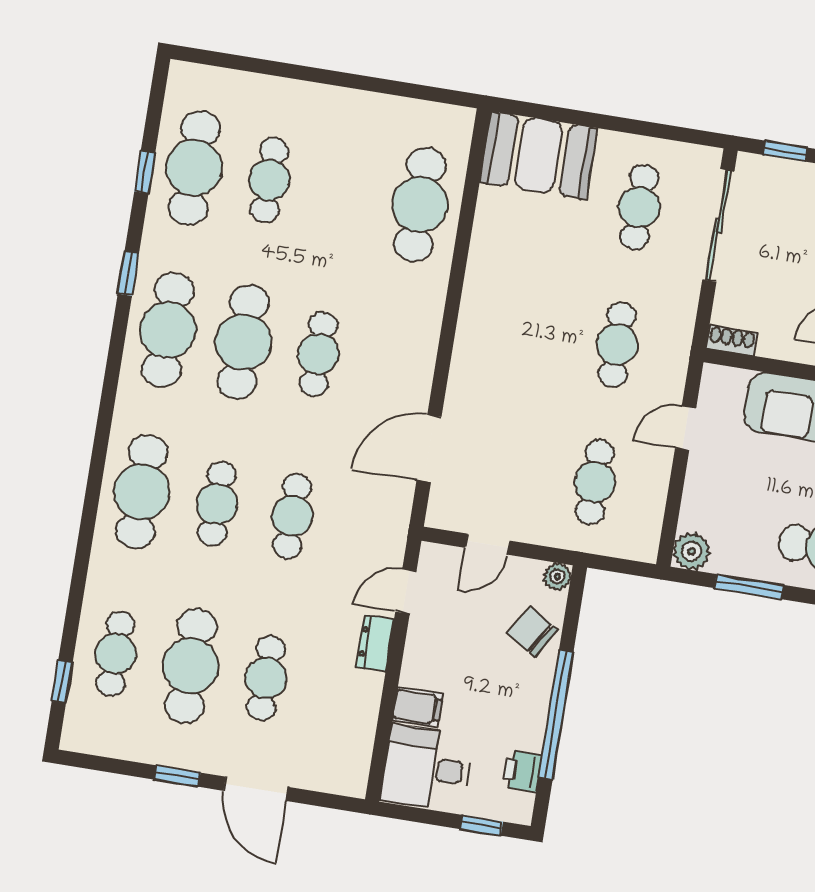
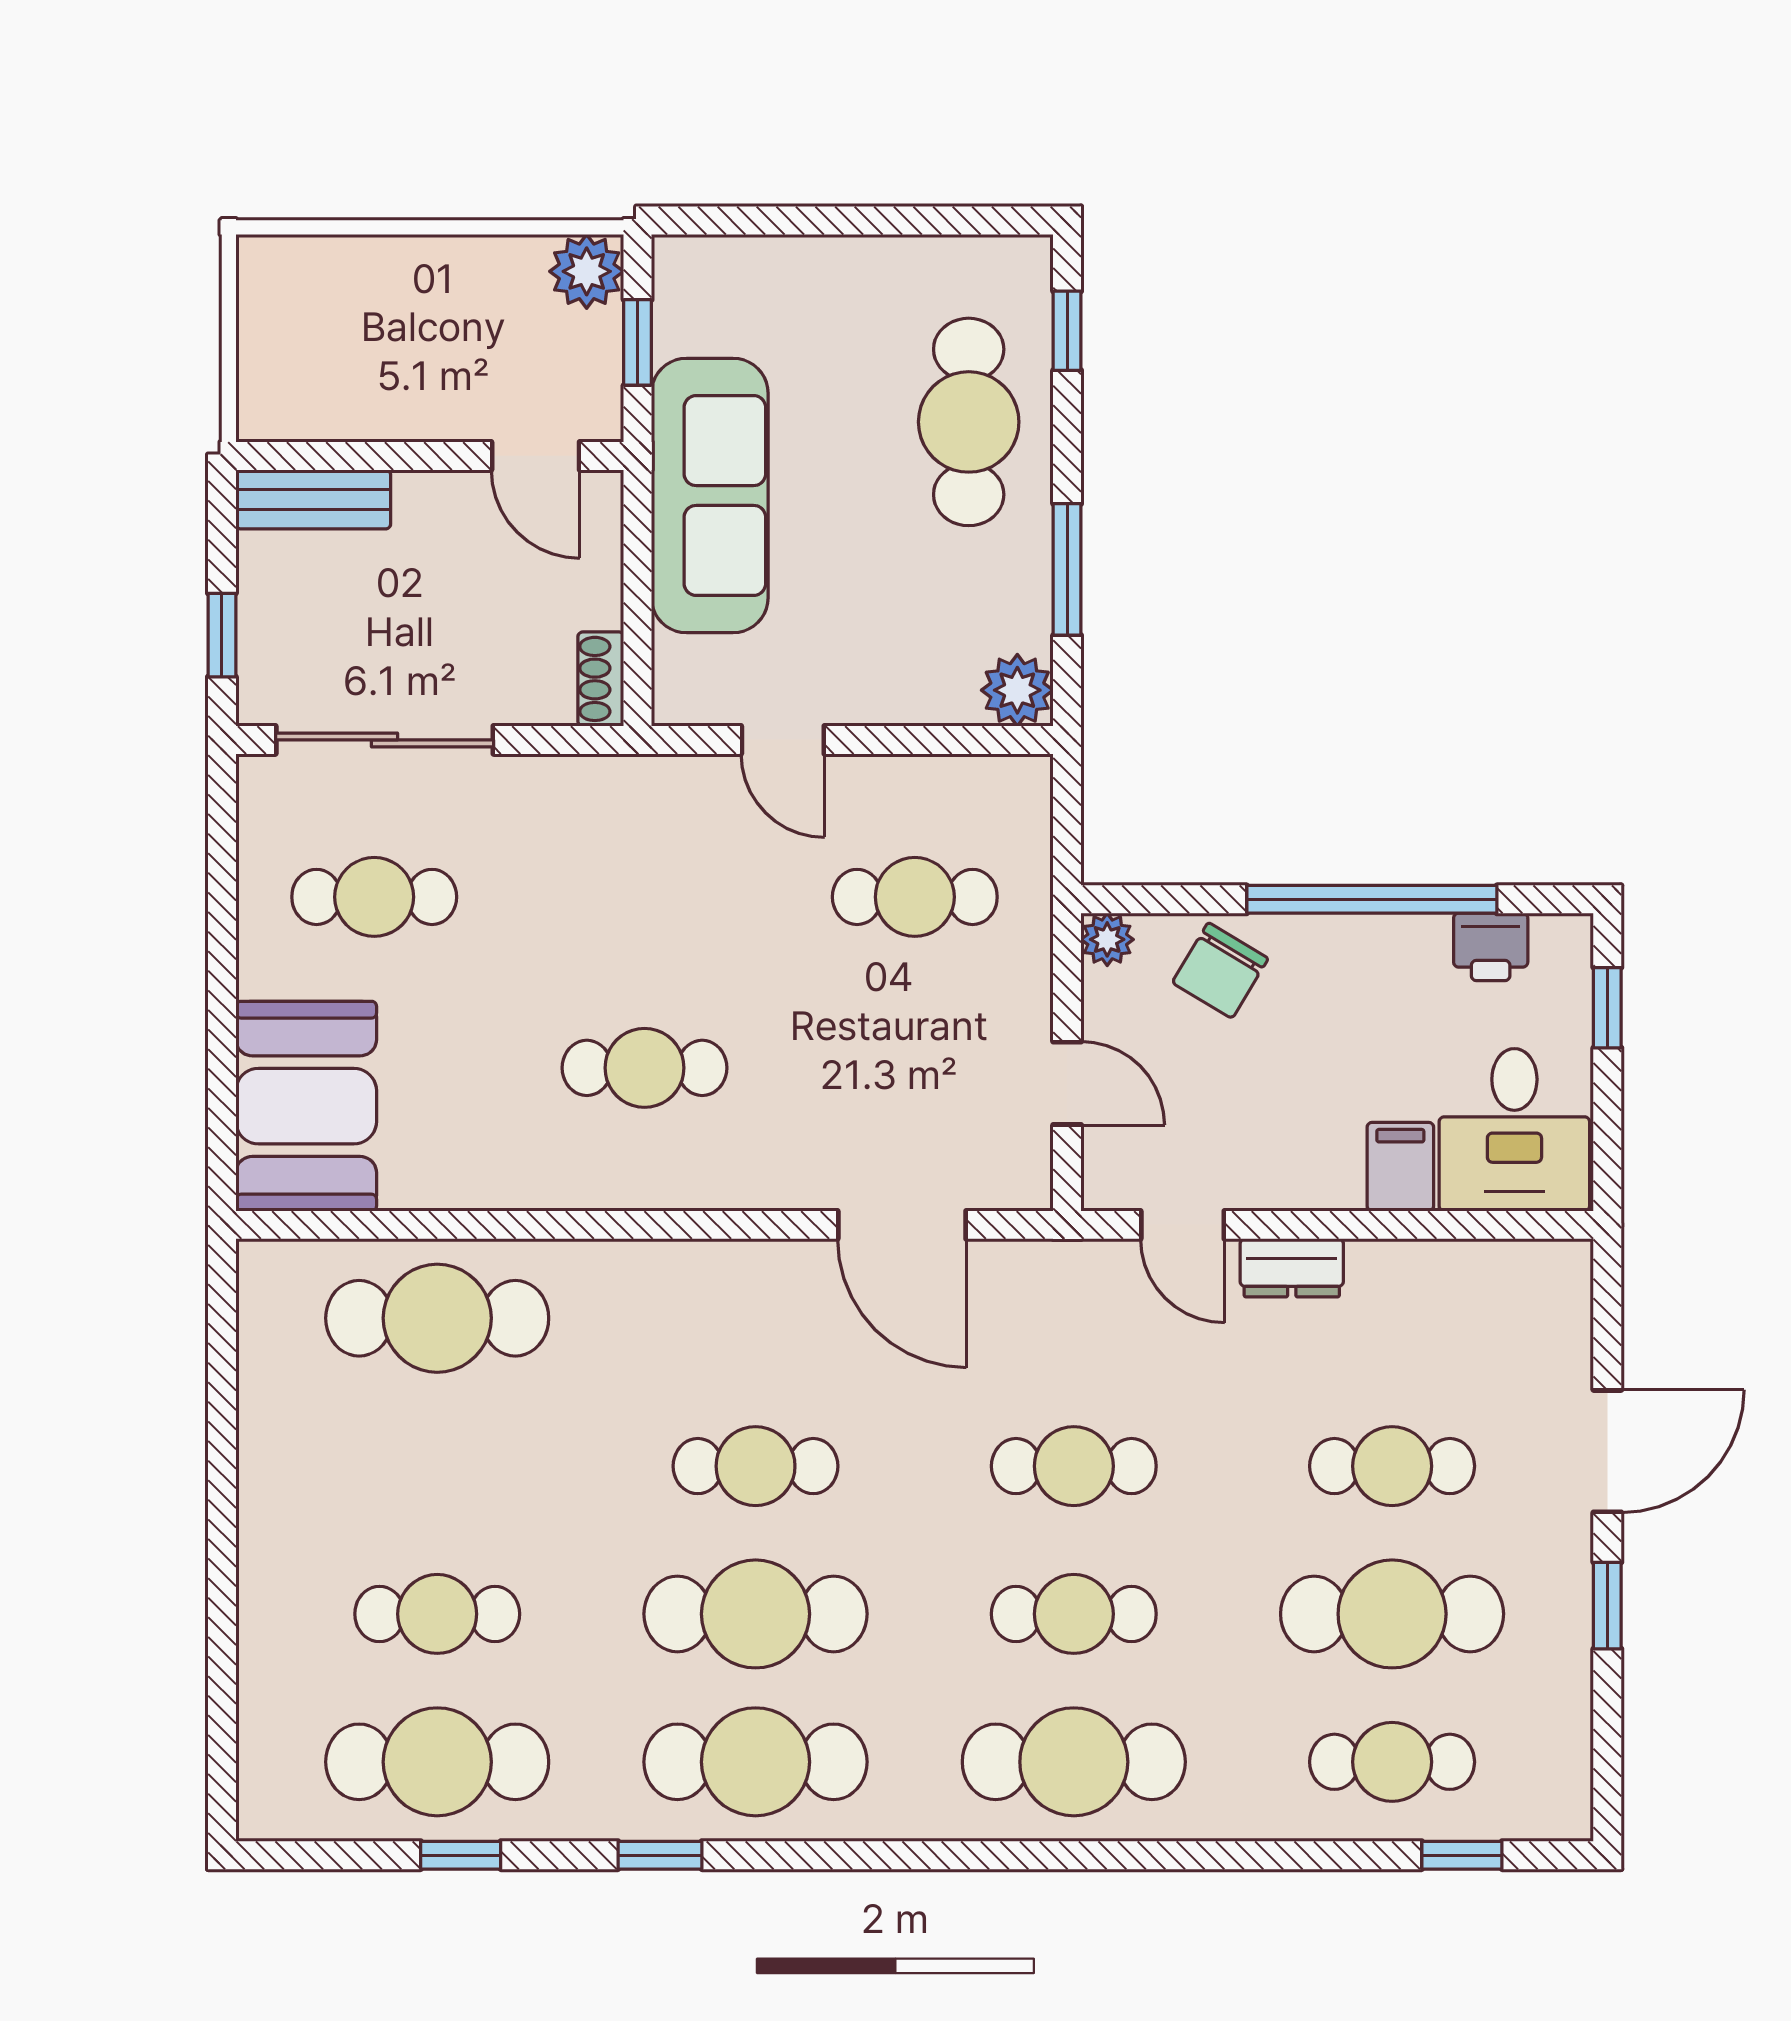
cafe table: (617, 345) -> (644, 1068), moved

